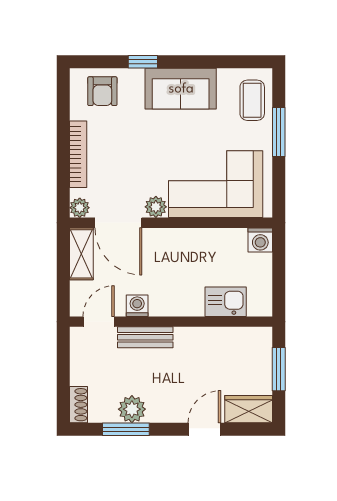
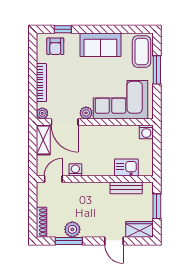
window: (143, 62) -> (63, 29), moved
coffee table: (252, 100) -> (142, 52), width x1.36, depth x1.30
bench: (145, 337) -> (126, 188), moved
shoe rack: (78, 405) -> (42, 222), width x1.43
door: (204, 429) -> (114, 241), swing flipped

